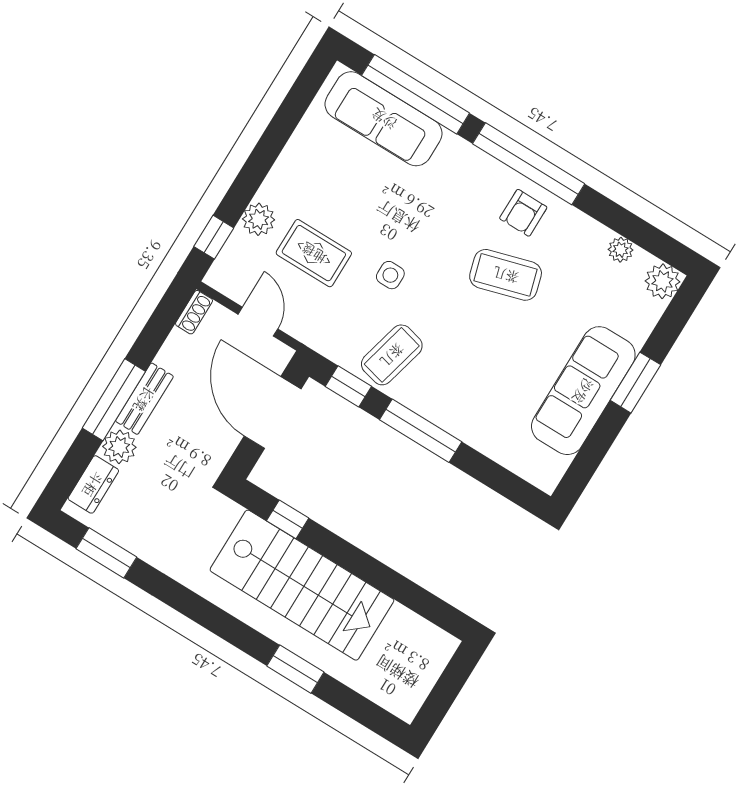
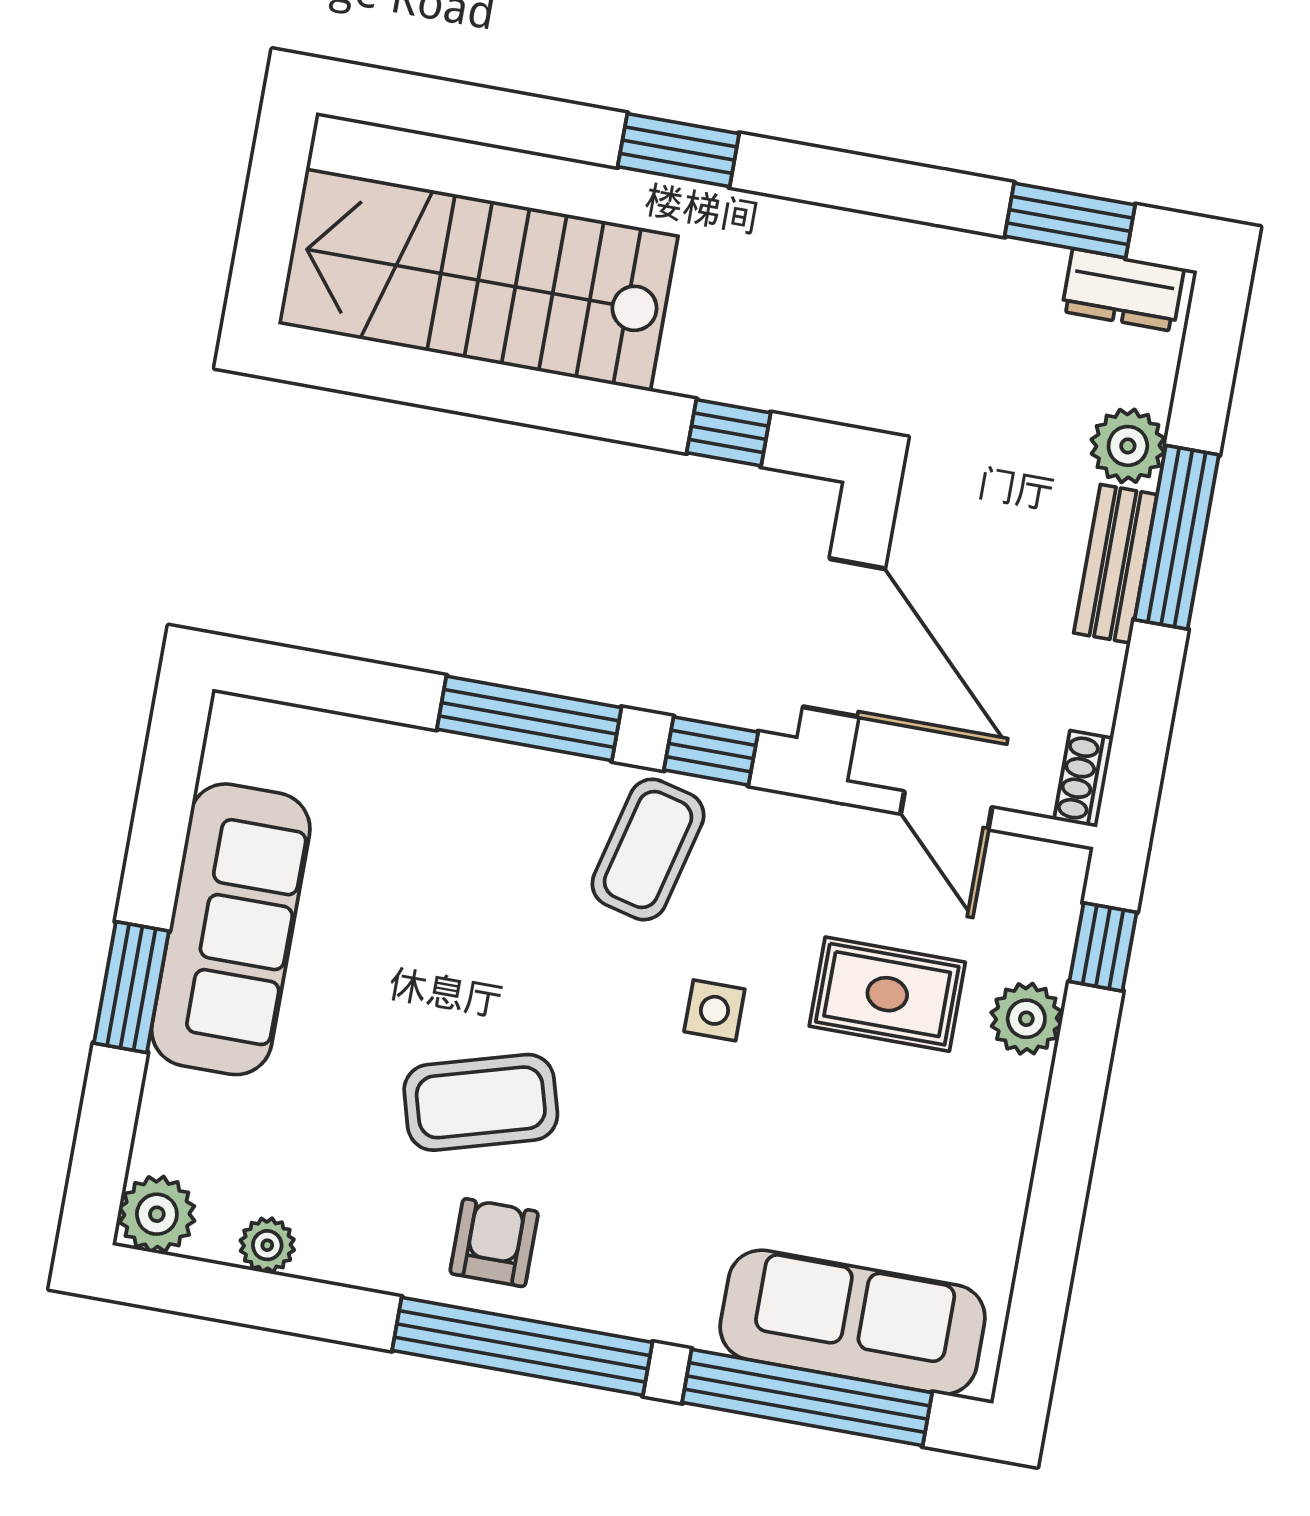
dresser: (93, 484) -> (1123, 290), moved, turned -90
stairs: (302, 585) -> (478, 280), moved
window: (295, 669) -> (678, 150), moved

